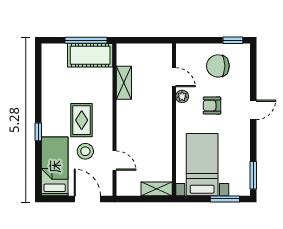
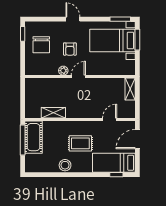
door: (174, 77) -> (78, 77), moved
window: (38, 132) -> (116, 175), moved
stool: (85, 151) -> (65, 165), moved
bed with nightstands: (202, 165) -> (113, 41), moved

